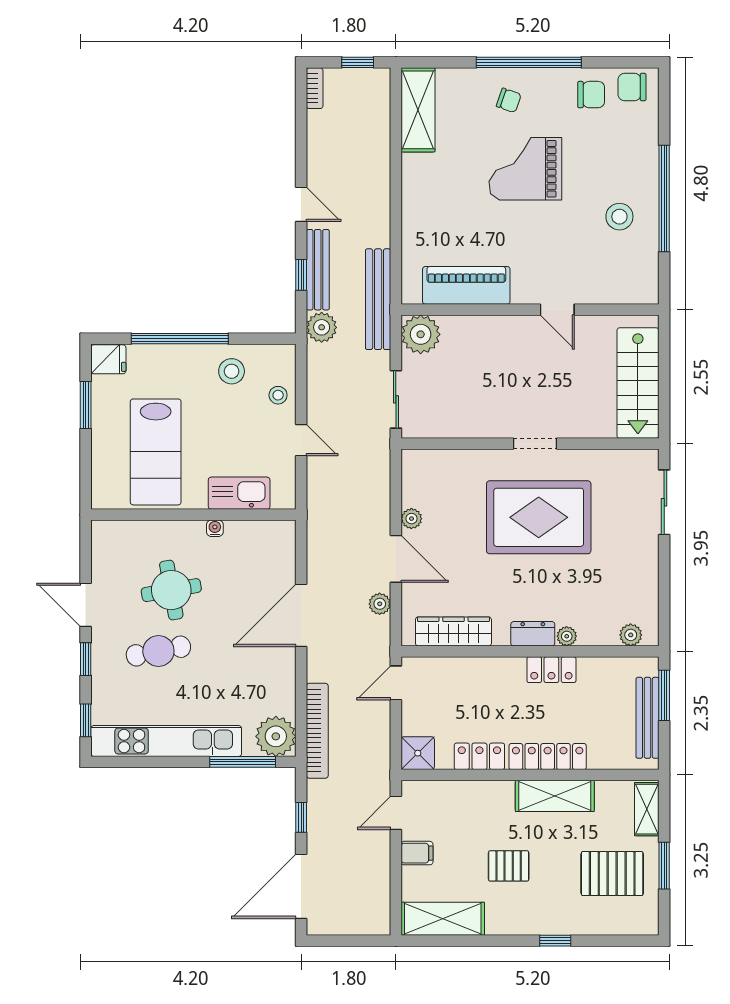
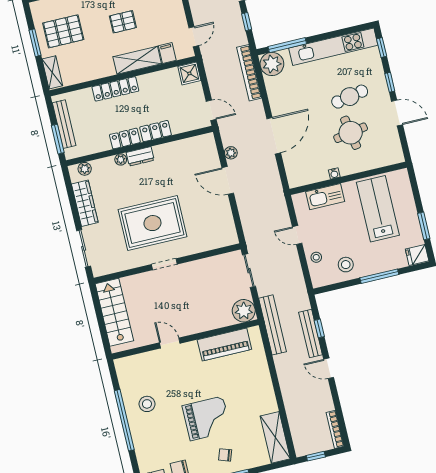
bookcase: (315, 88) -> (335, 429), width x1.56
plant: (322, 327) -> (301, 301), removed
window: (180, 339) -> (379, 276), width x0.68
plant: (411, 519) -> (224, 205), removed
wardrobe: (453, 631) -> (85, 203), moved, turned -90
door: (396, 683) -> (211, 110), hinge flipped
locker: (479, 756) -> (156, 131), moved, turned 180
shelving: (555, 796) -> (137, 60), moved
filing cabinet: (417, 853) -> (167, 53), moved, turned 90

